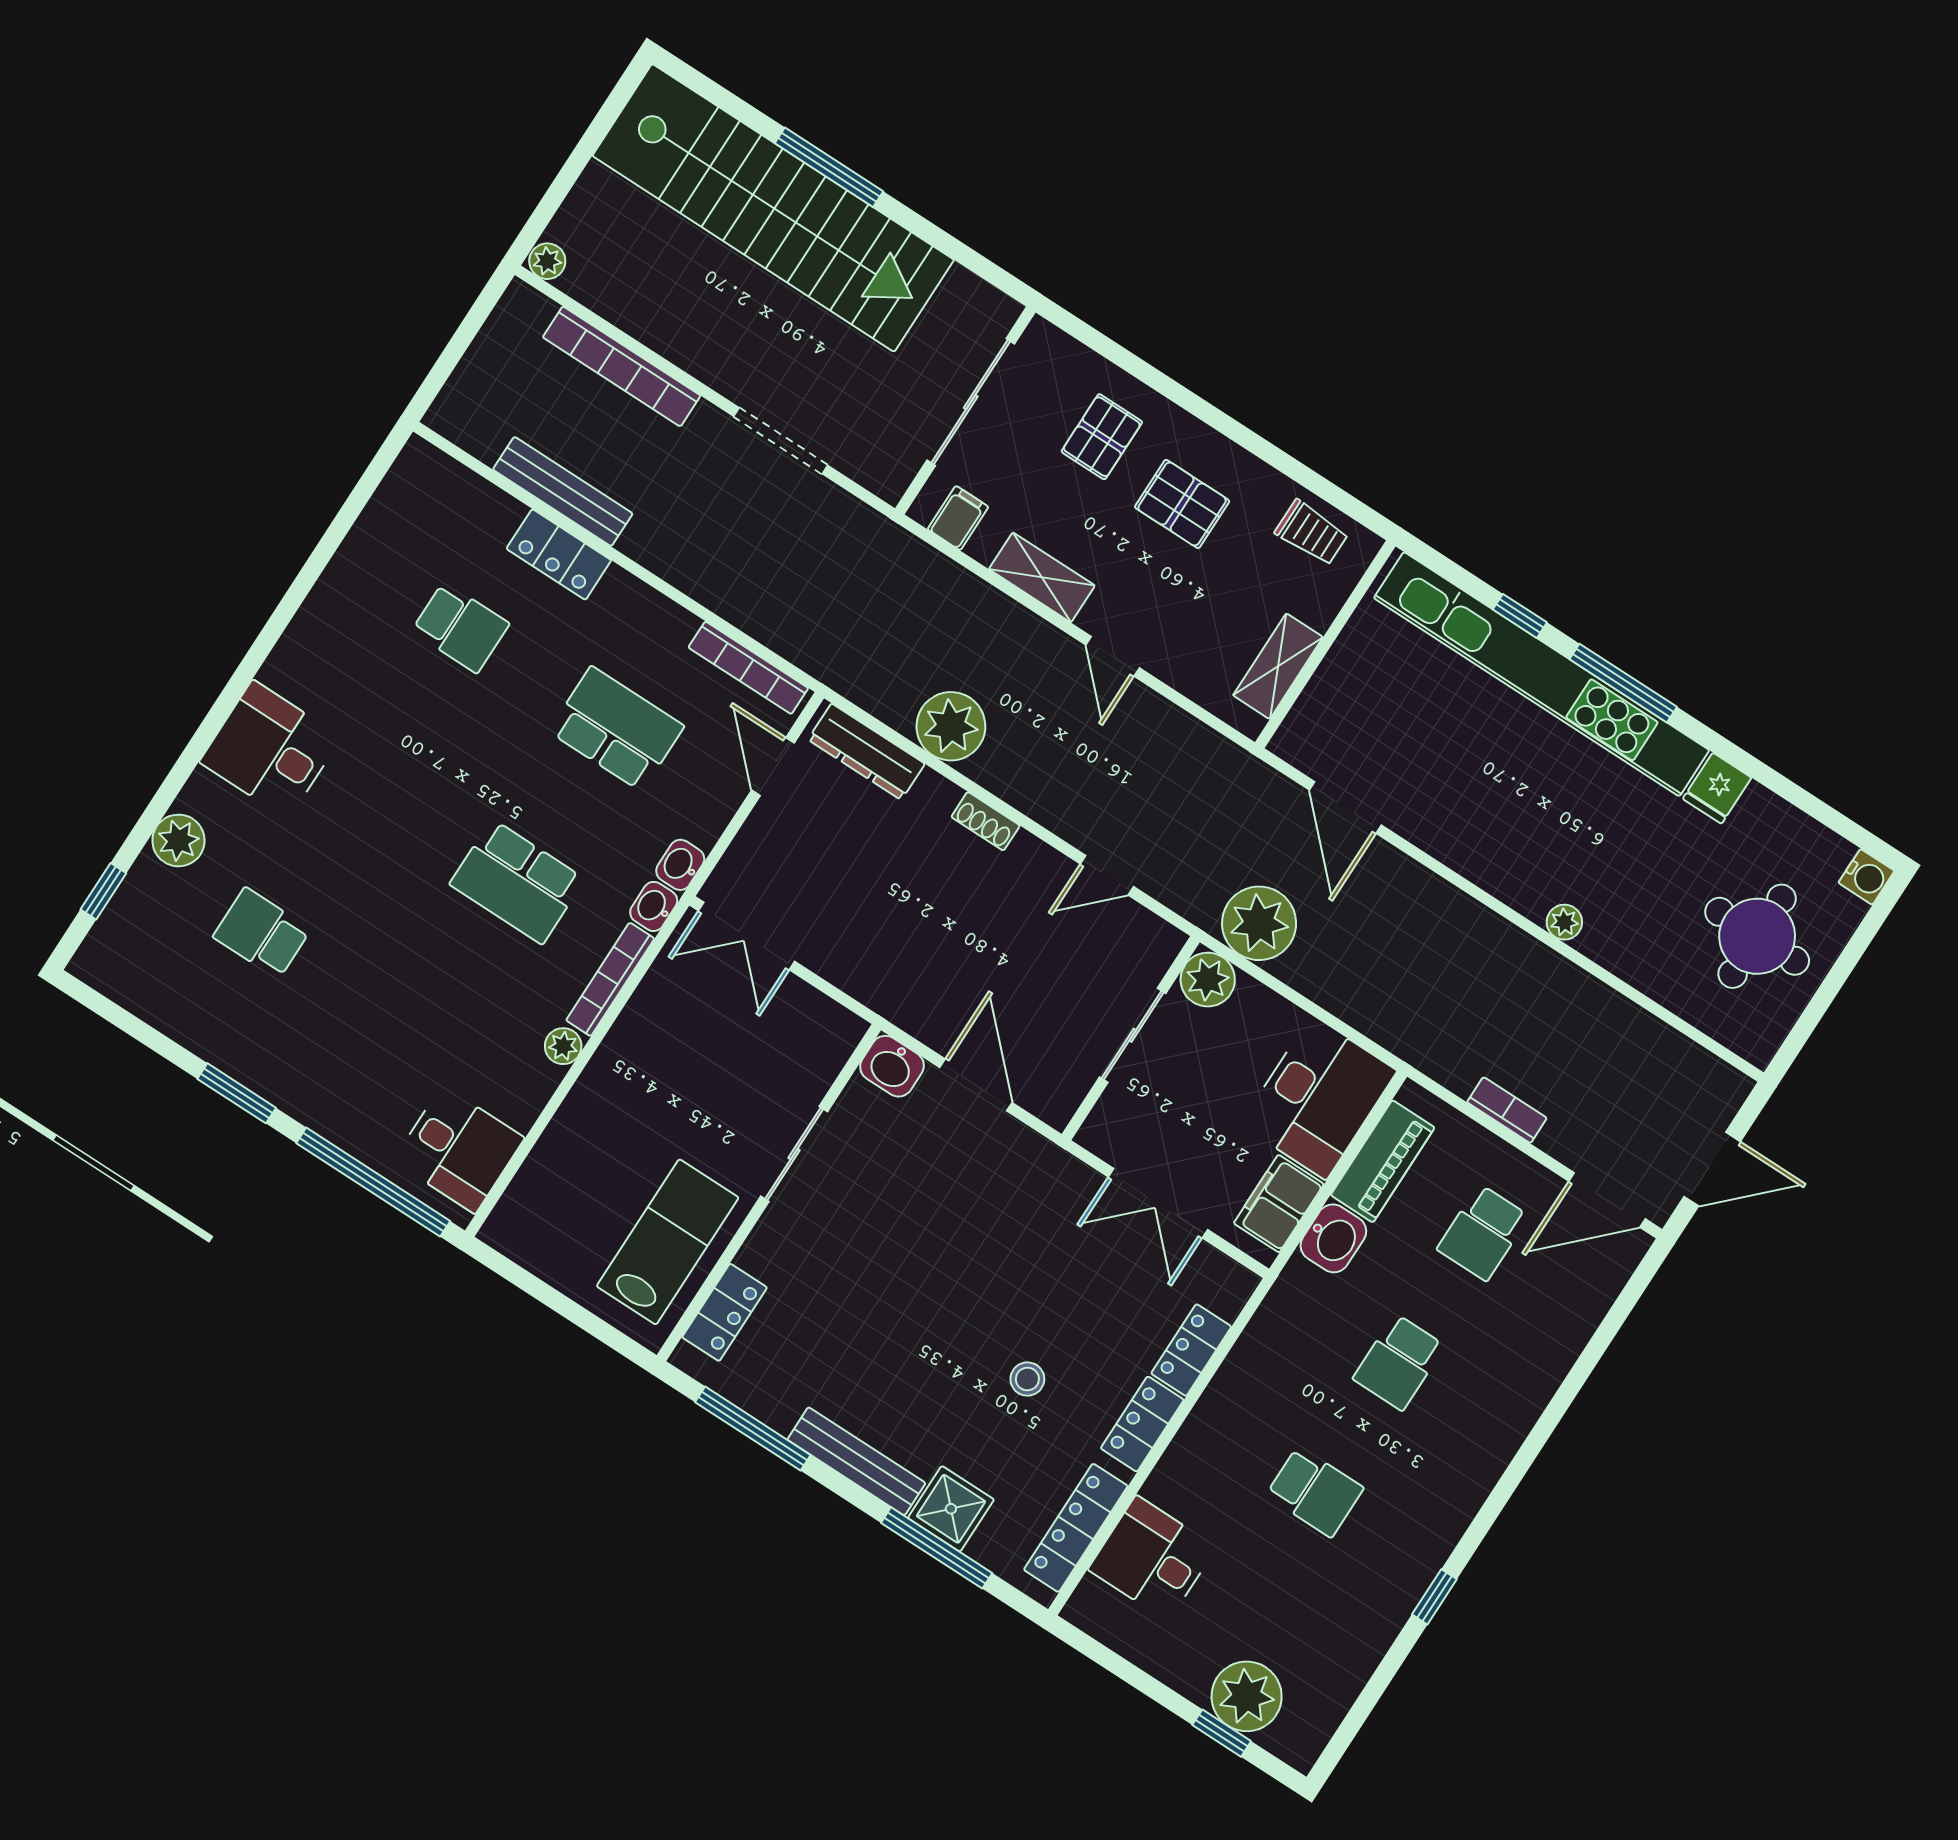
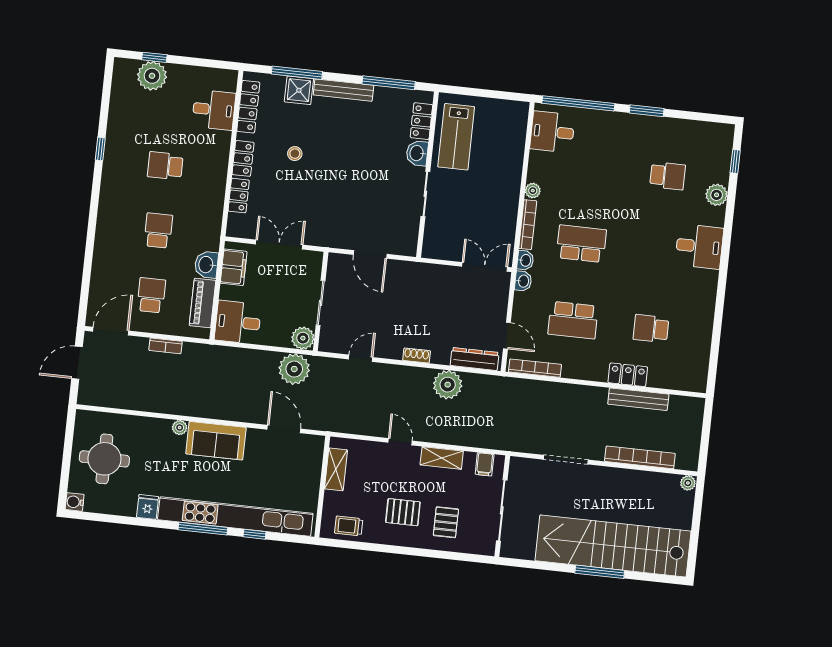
sofa: (1501, 855) -> (216, 441), added
washbasin: (892, 1066) -> (417, 153), moved, turned -90
desk: (1319, 1098) -> (238, 322), width x0.73

